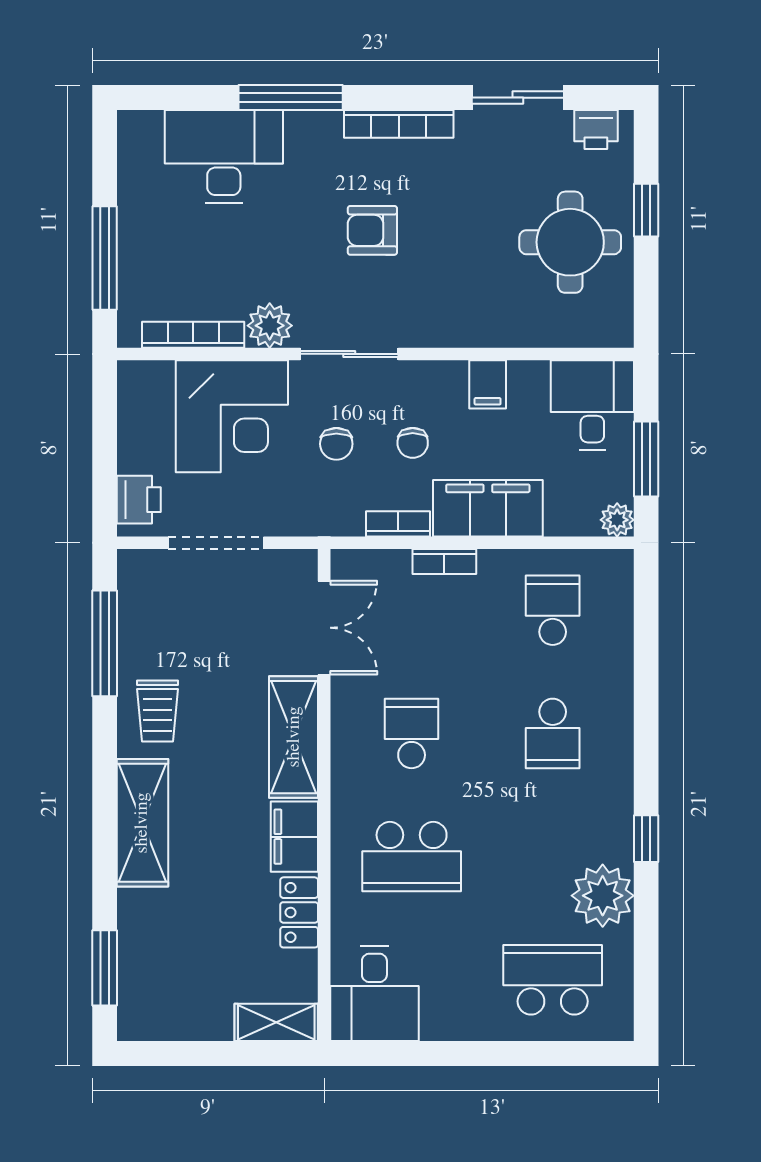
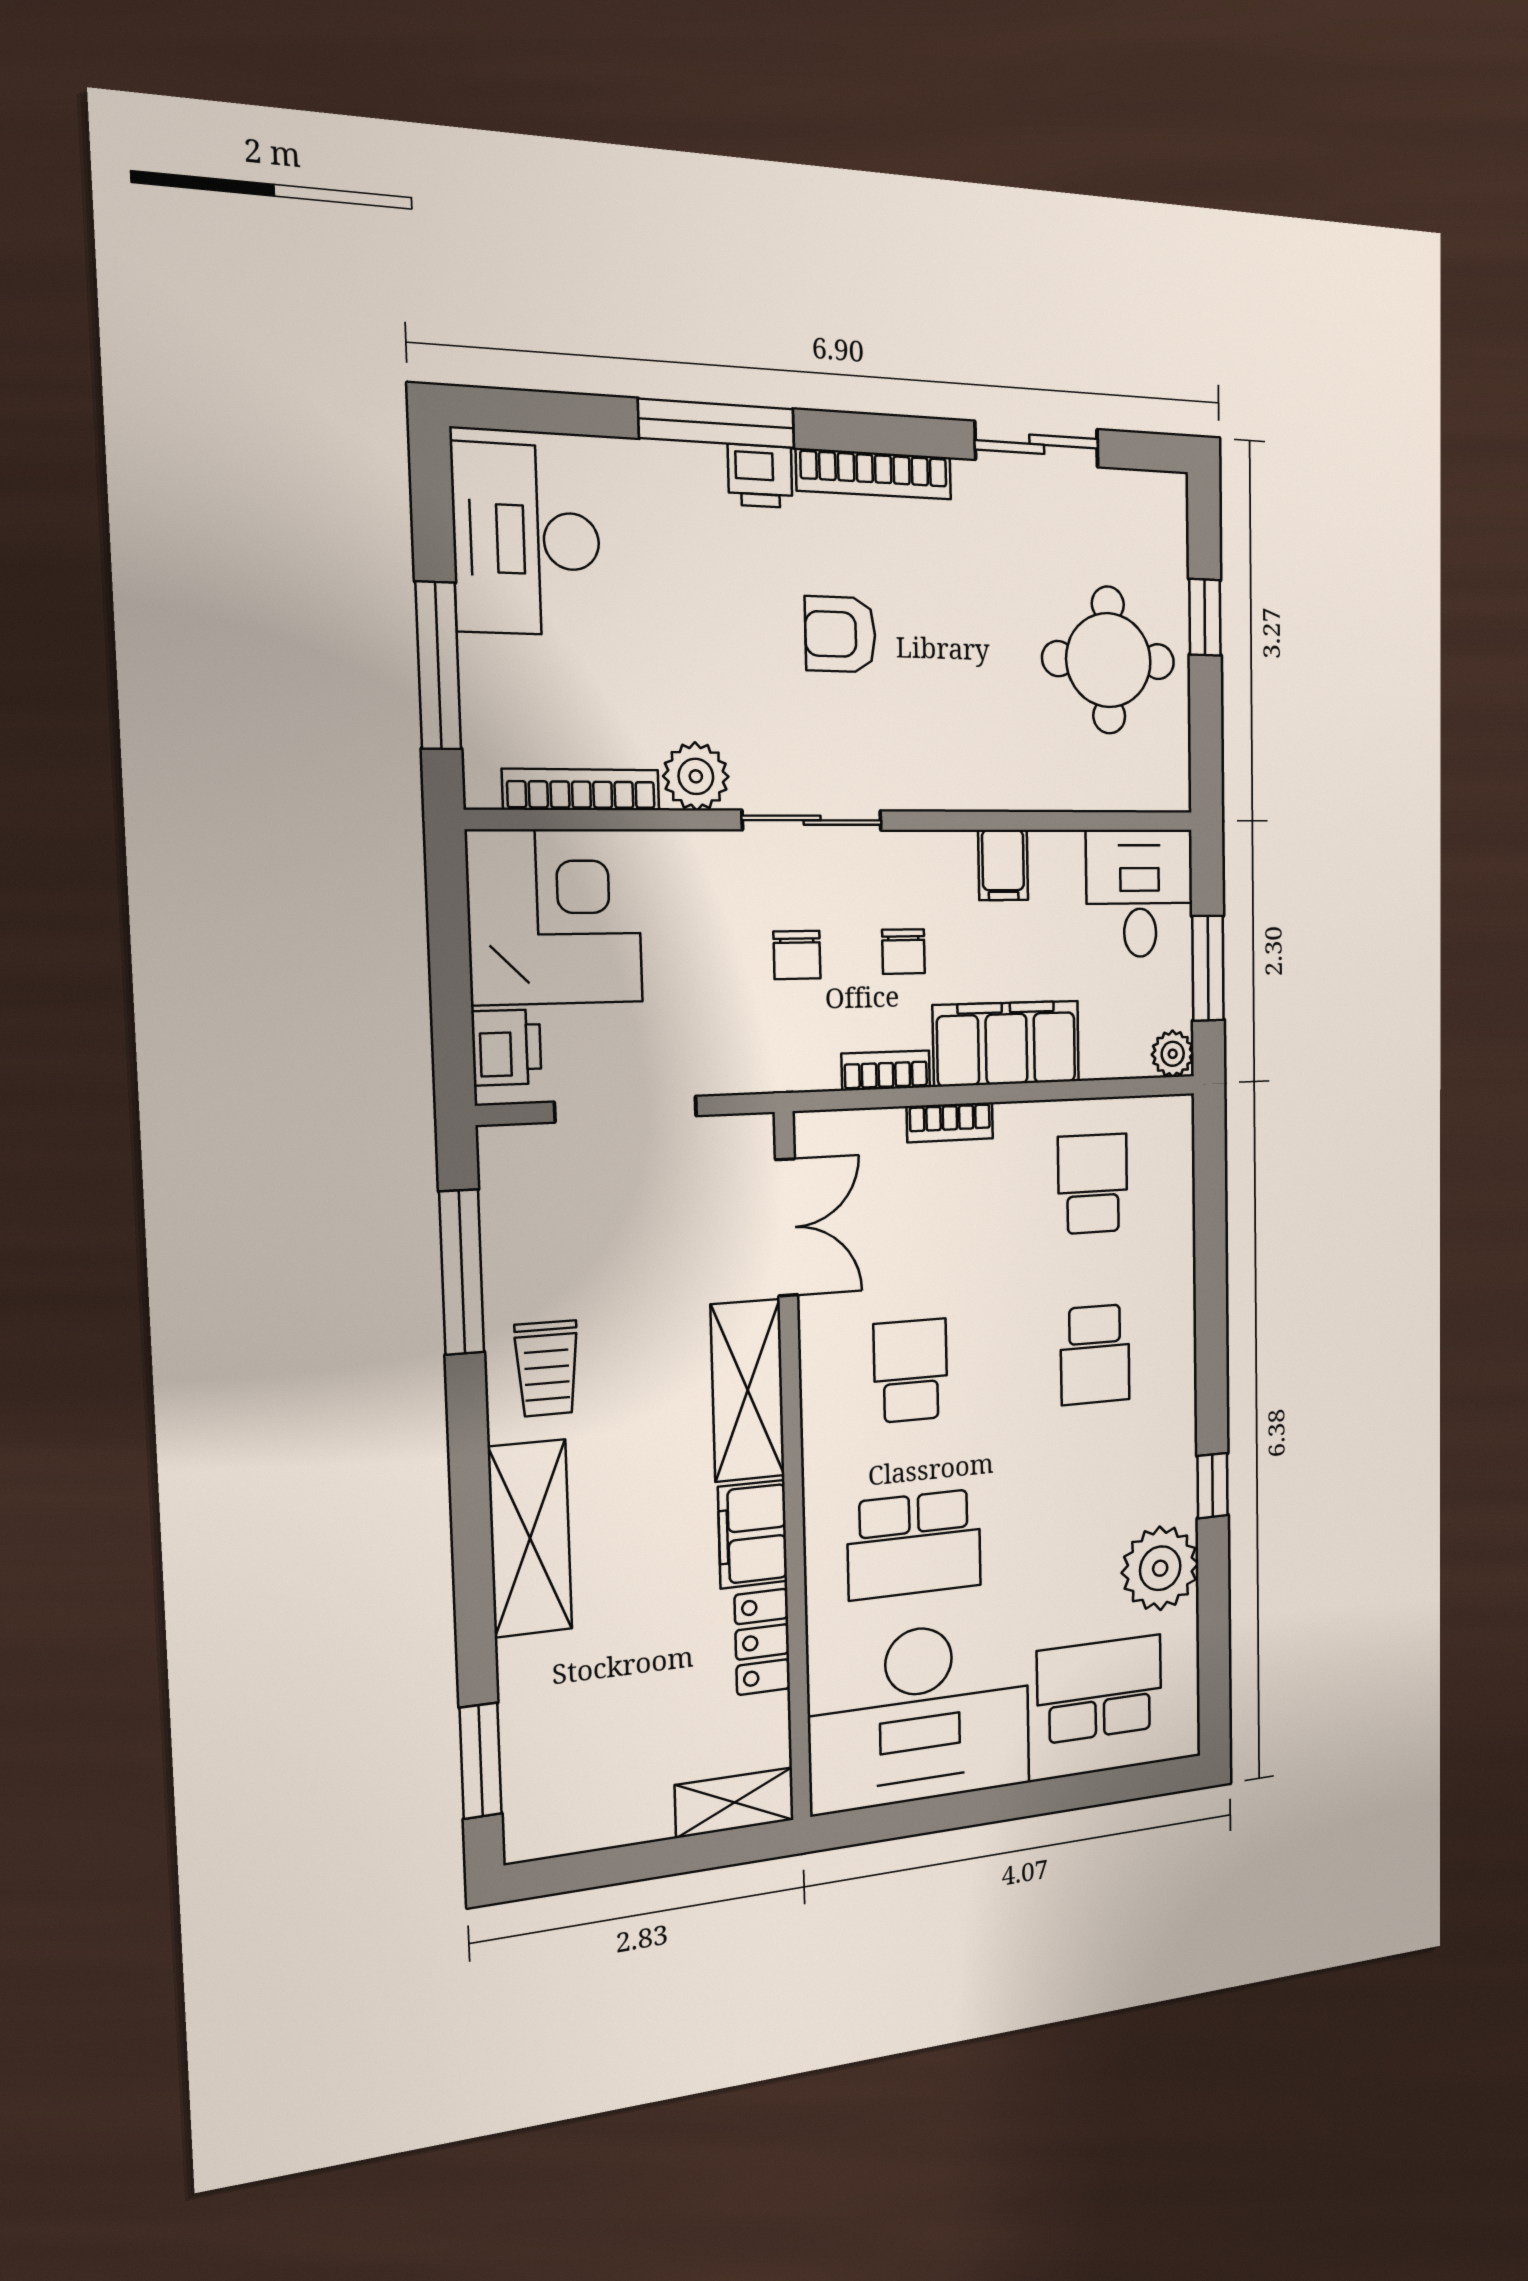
printer: (596, 129) -> (760, 476), moved
desk: (224, 156) -> (527, 540), moved, turned -90
corner desk: (232, 416) -> (555, 917), moved, turned -90
desk: (374, 994) -> (920, 1714), width x1.87, depth x1.30

